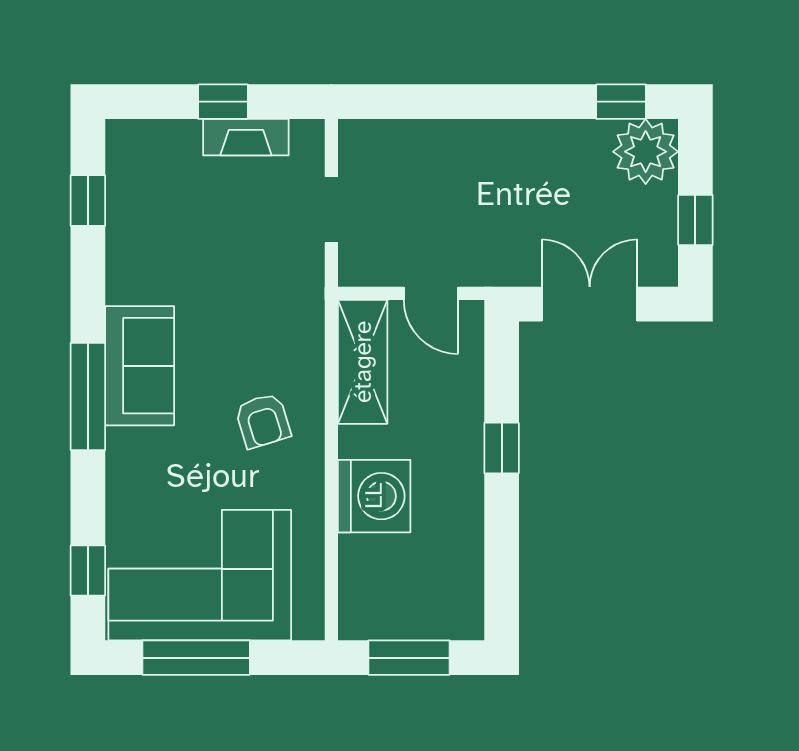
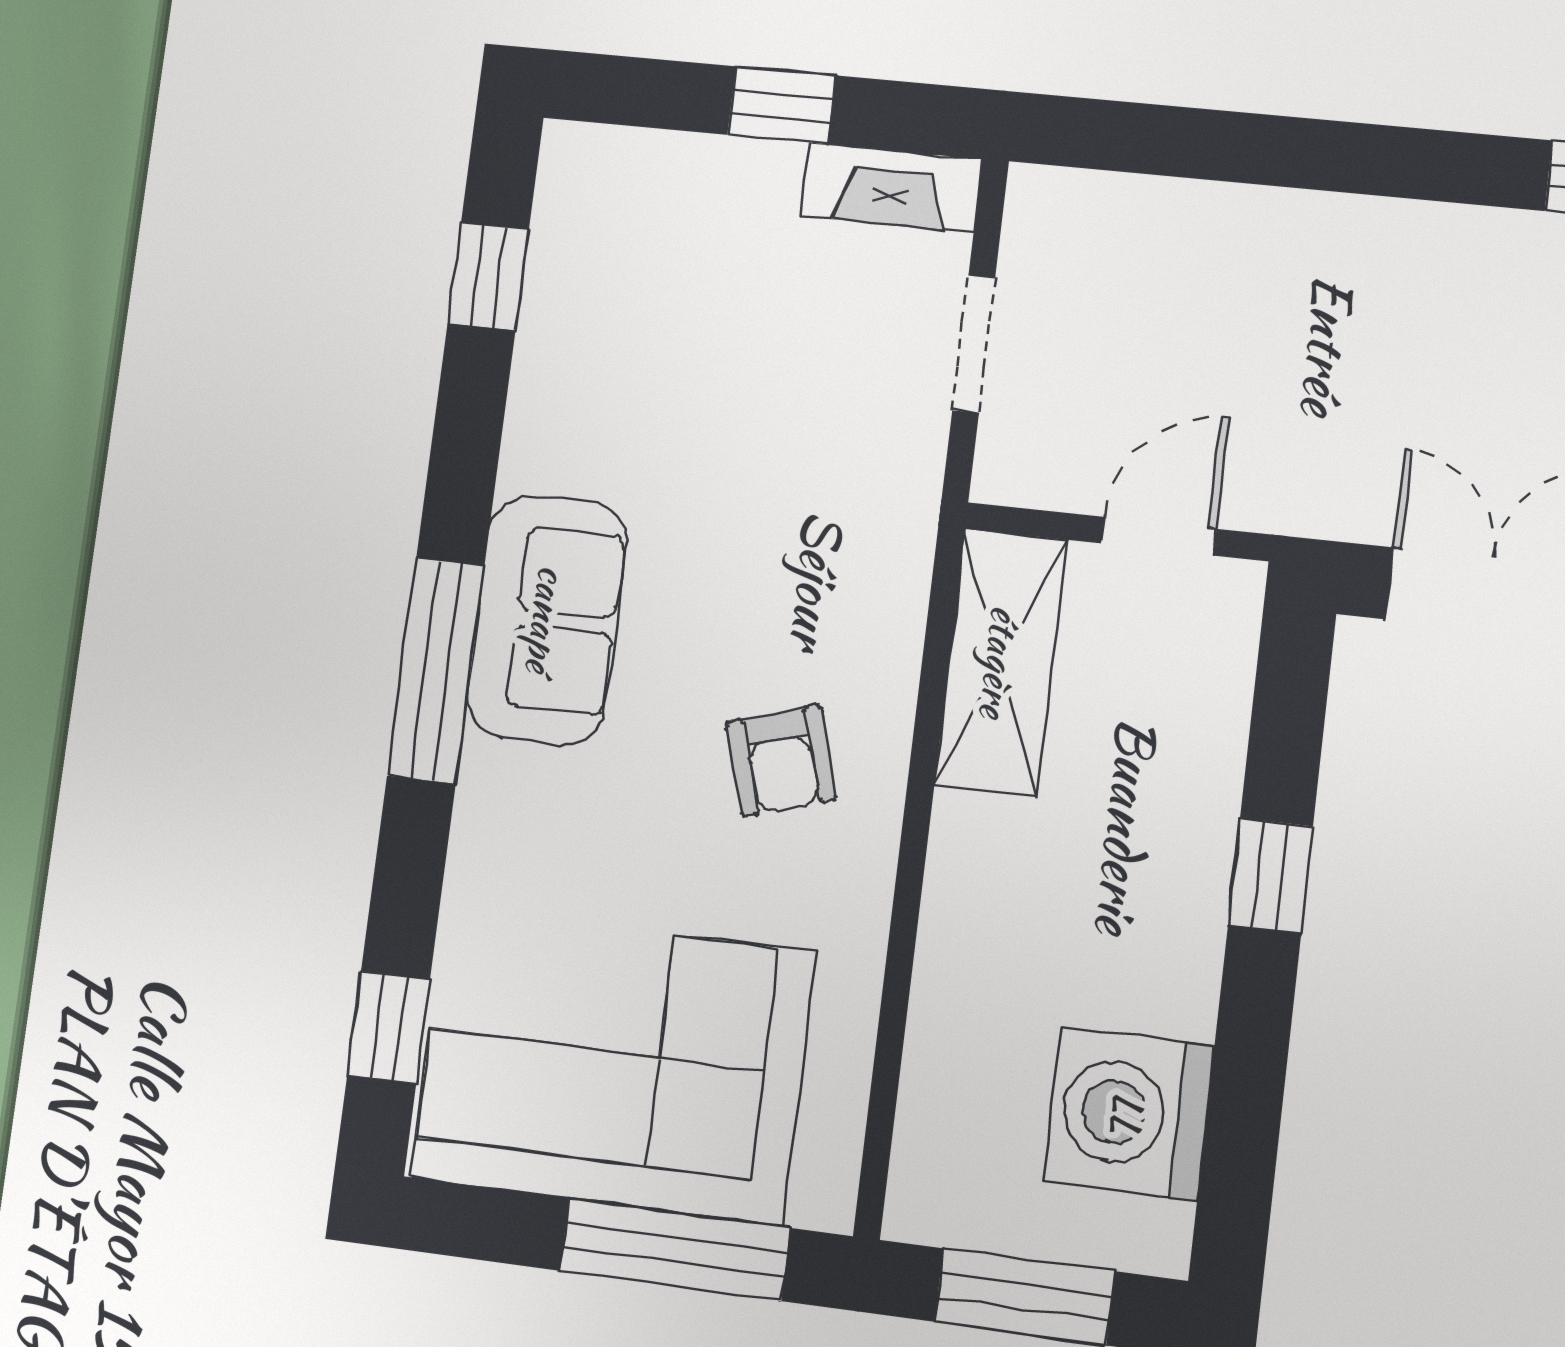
fireplace: (246, 137) -> (891, 187), moved
door: (431, 293) -> (1159, 536), swing flipped
washing machine: (374, 496) -> (1129, 1114), moved, turned 180
window: (196, 658) -> (675, 1249), moved

